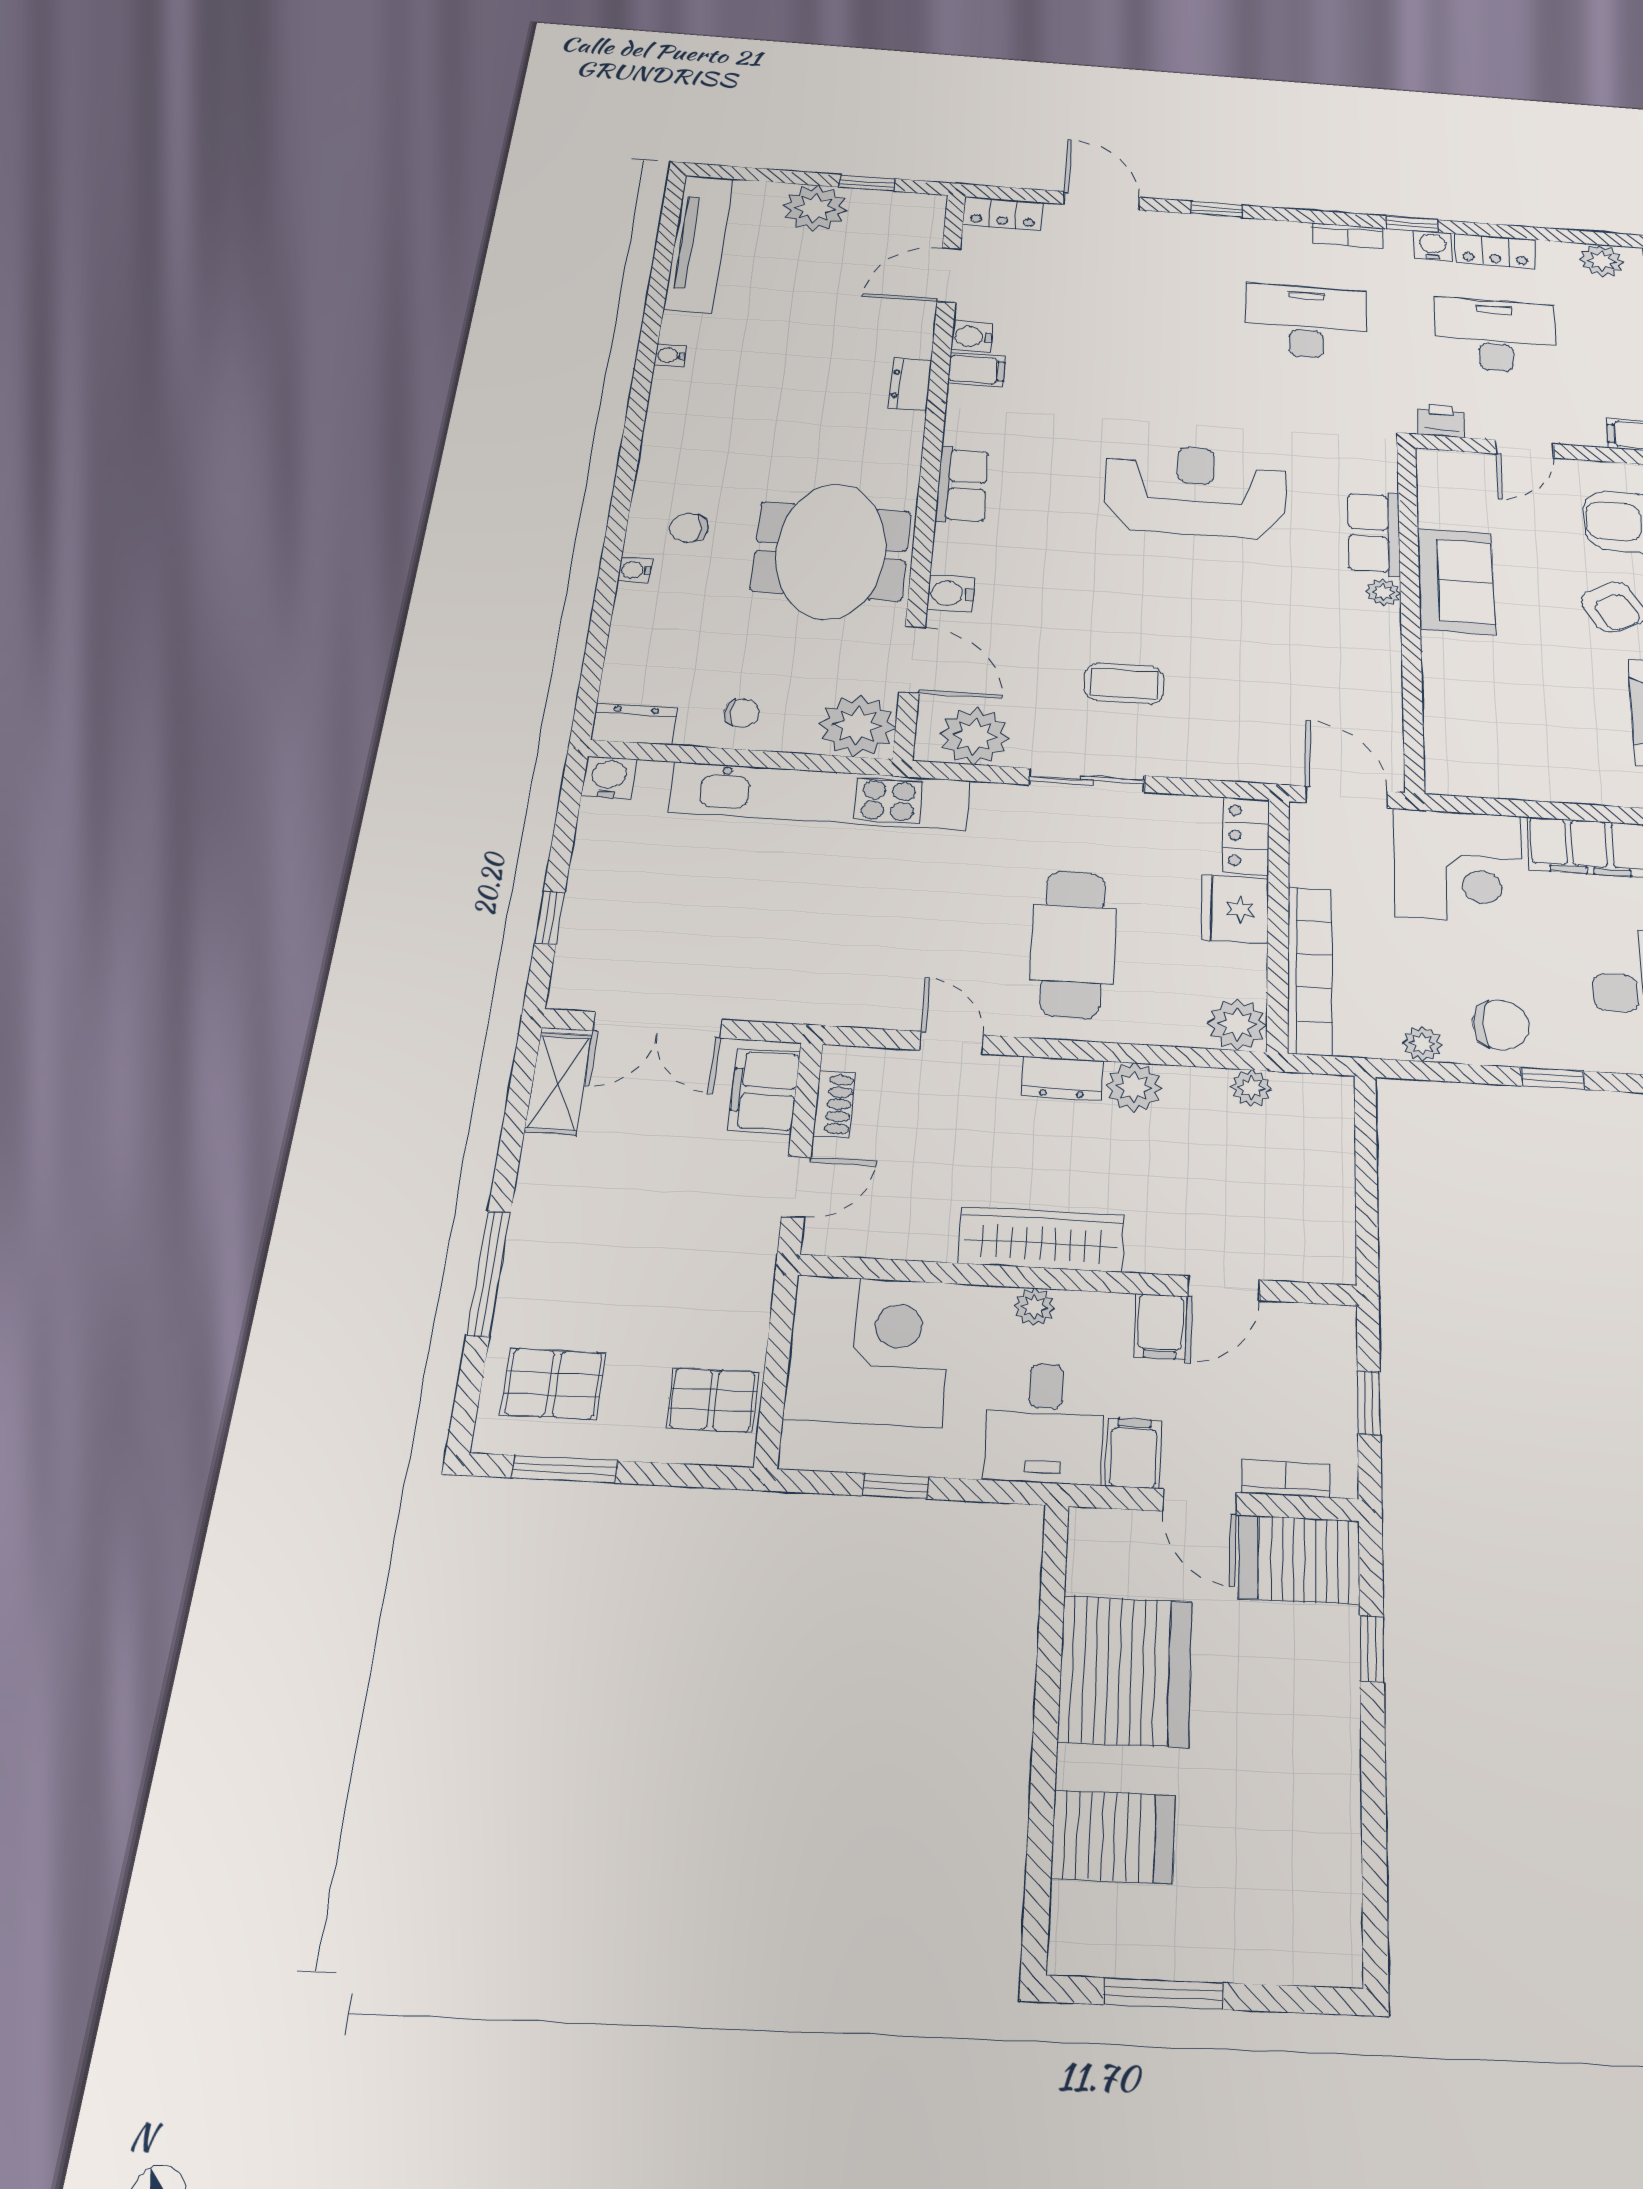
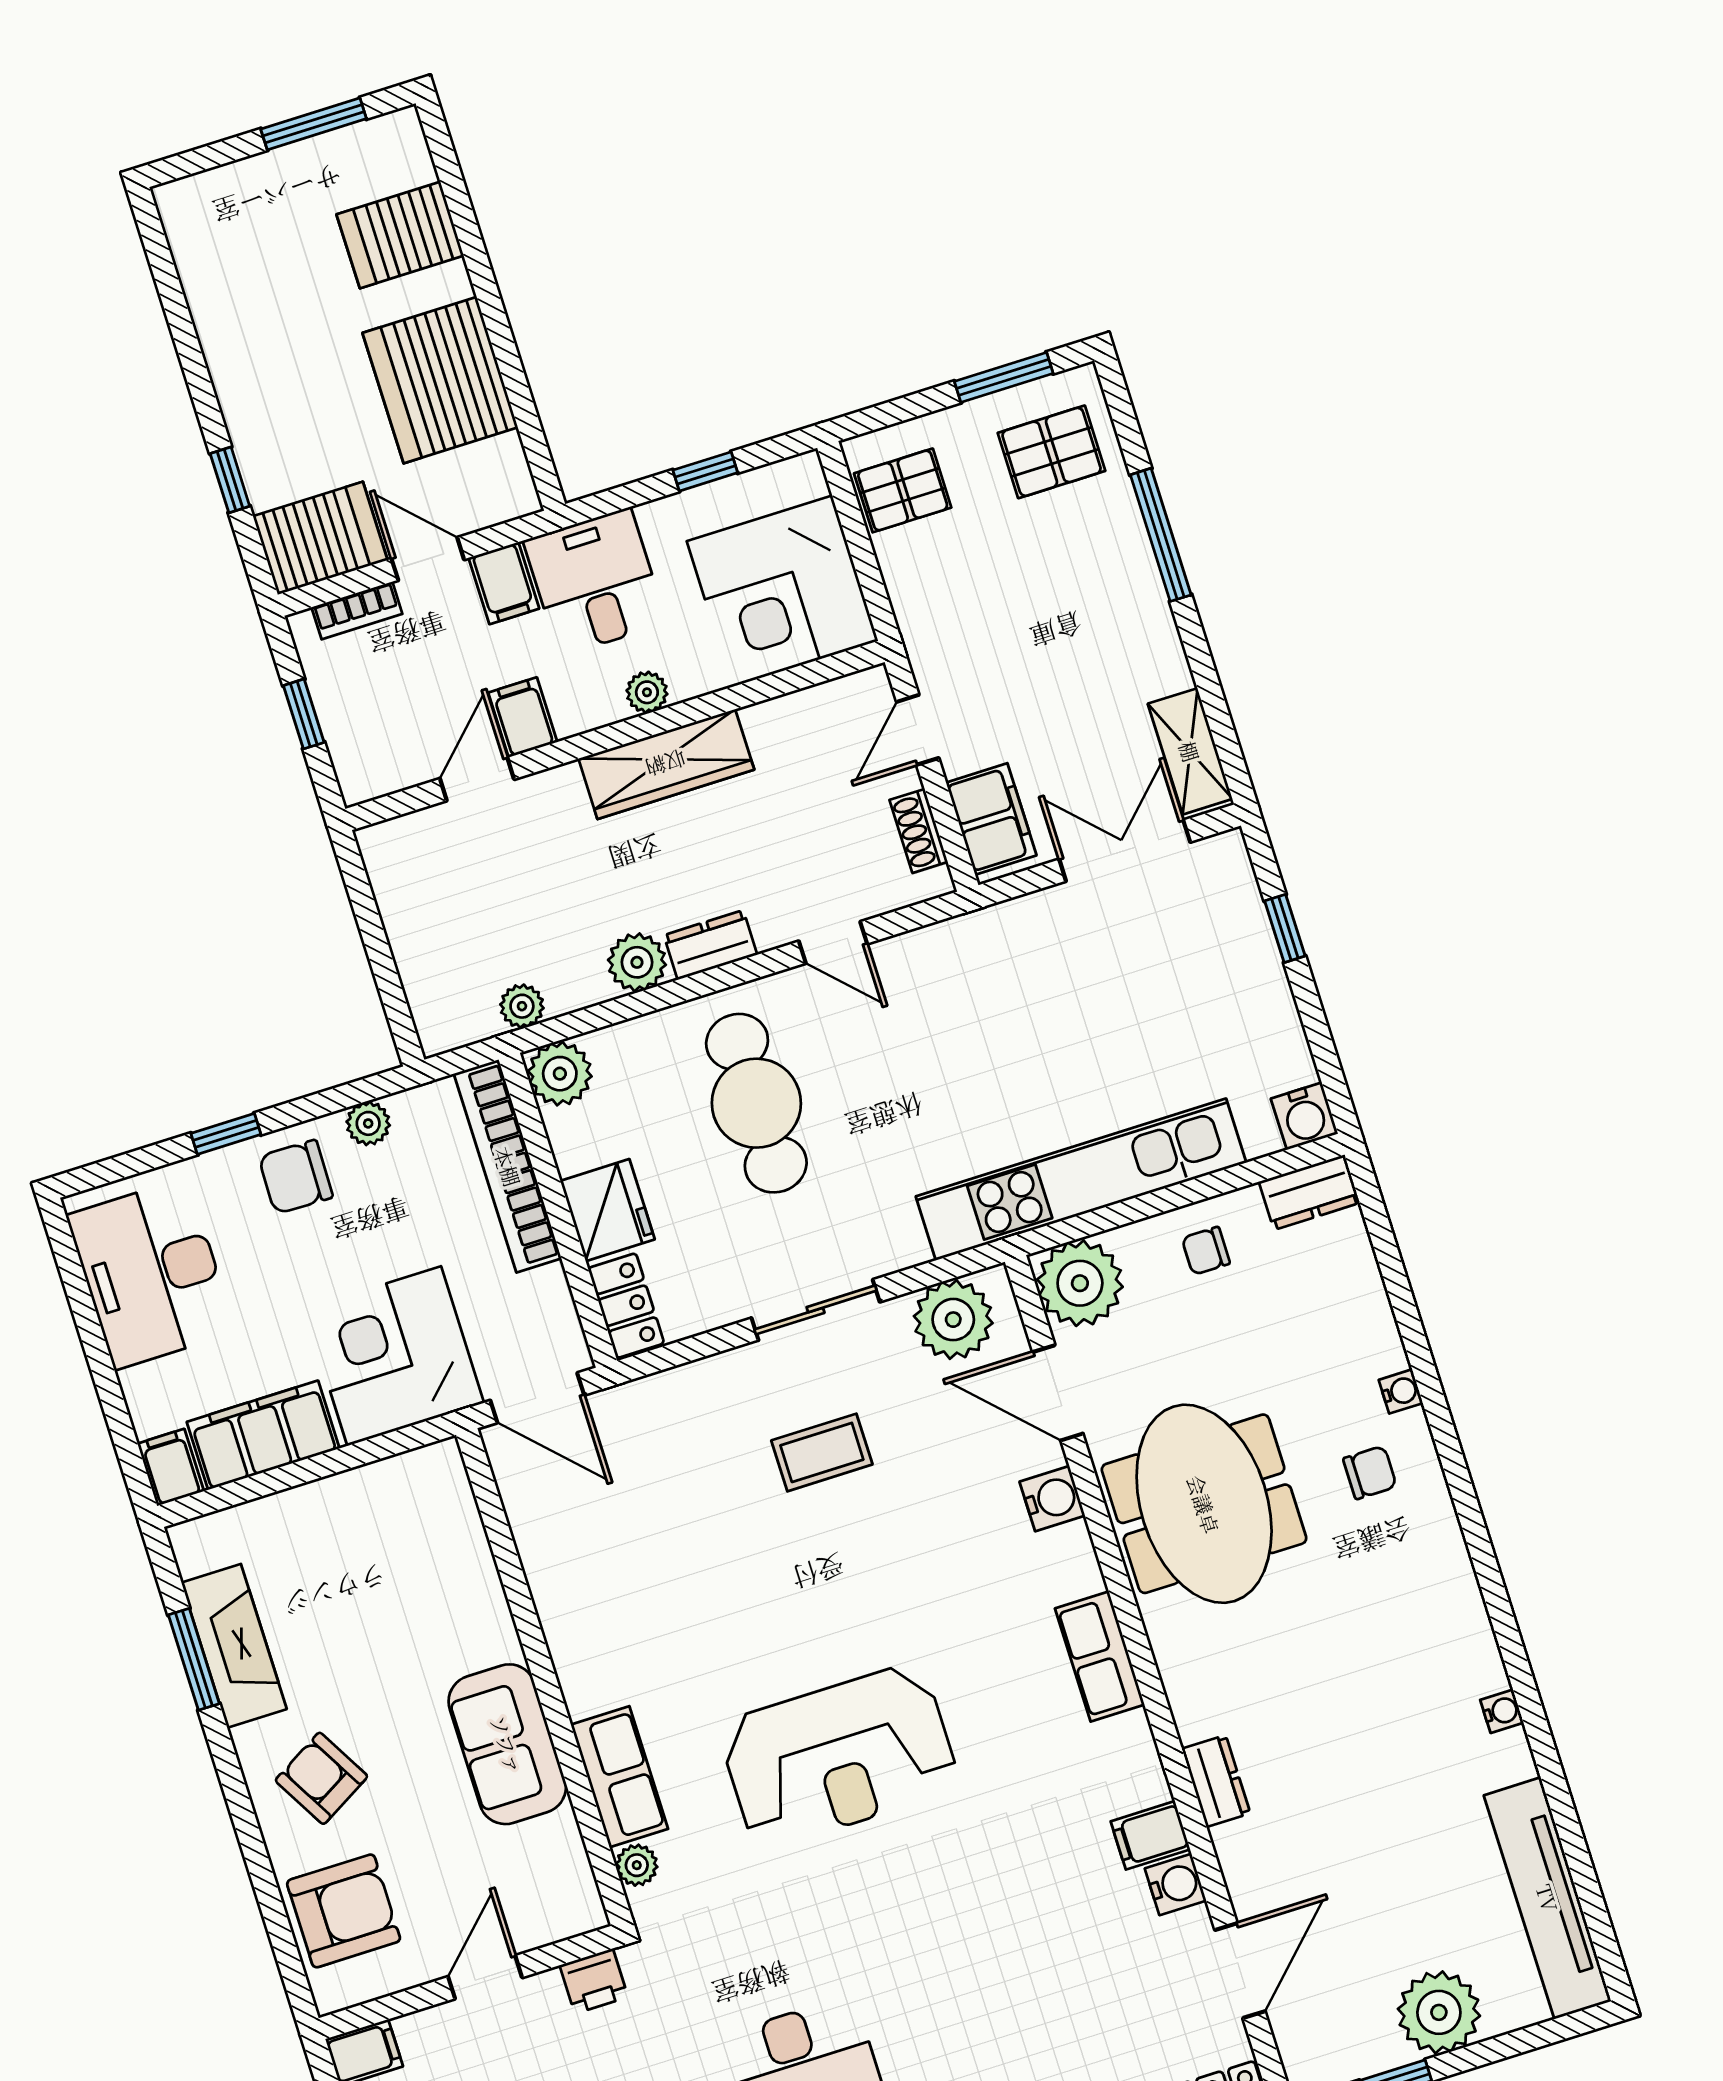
plant: (1383, 592) -> (637, 1865), moved

